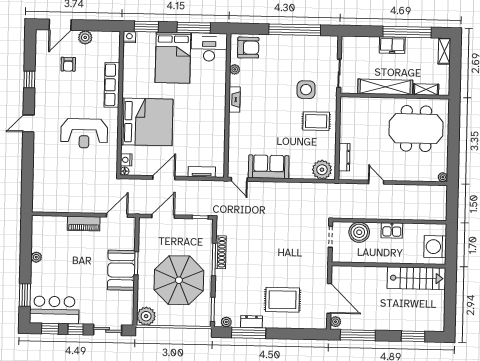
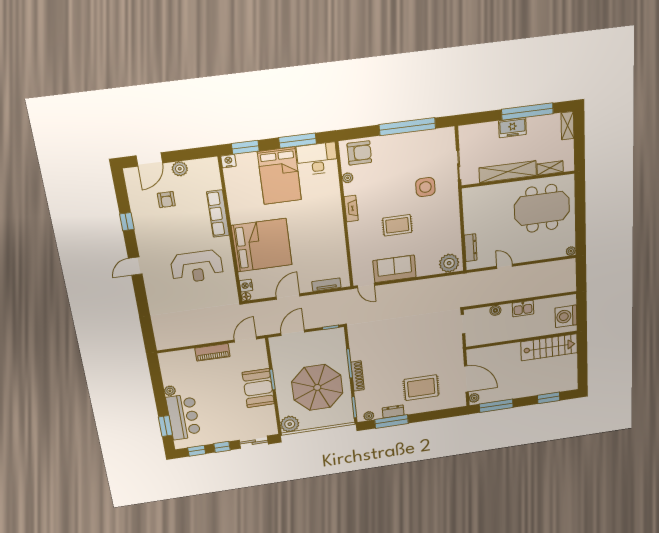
rug: (316, 121) -> (397, 225), moved
boiler: (359, 232) -> (495, 310), width x0.54, depth x0.54
shoe rack: (221, 252) -> (358, 376), moved
bar counter: (54, 310) -> (183, 417), moved, turned 90

